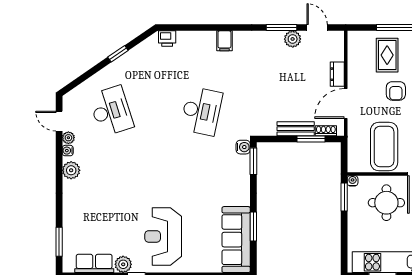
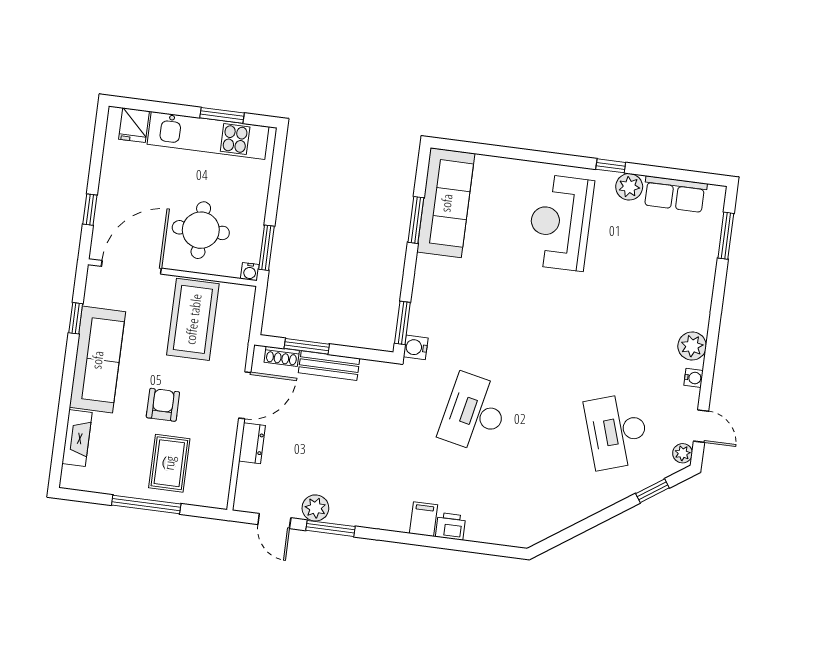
printer: (167, 38) -> (451, 526), moved
window: (118, 54) -> (652, 491), moved
plant: (68, 138) -> (683, 453), moved
reception desk: (163, 236) -> (560, 223), turned 180

